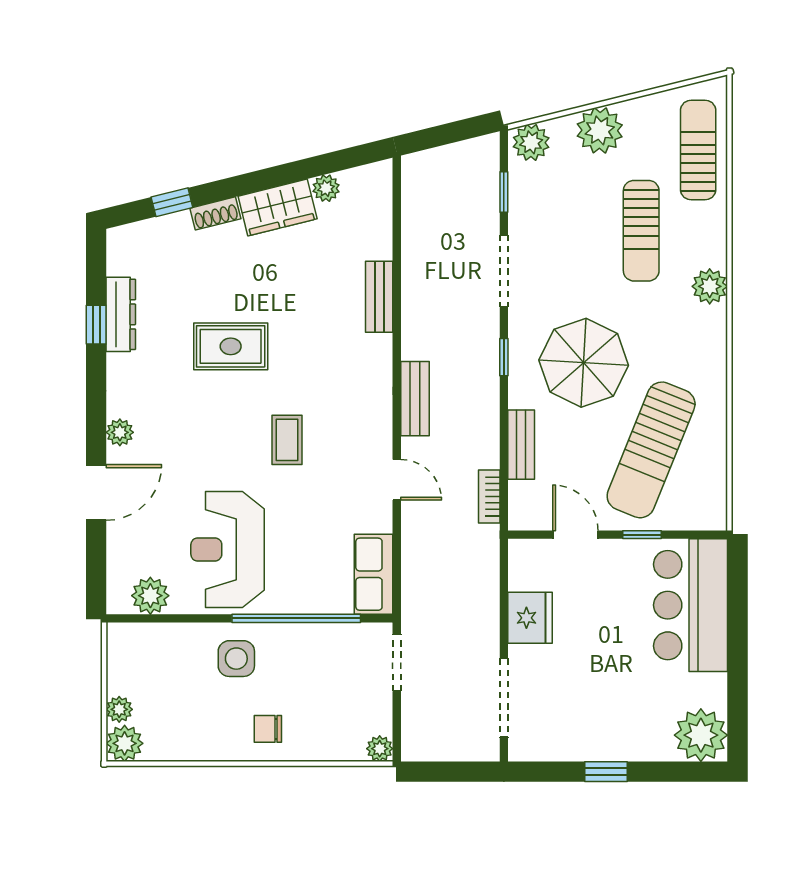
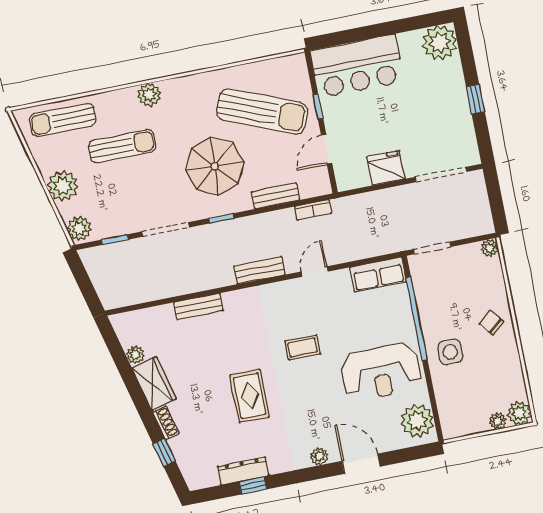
plant: (150, 596) -> (417, 421), width x1.36, depth x1.36
chair: (268, 729) -> (491, 323), turned 140

